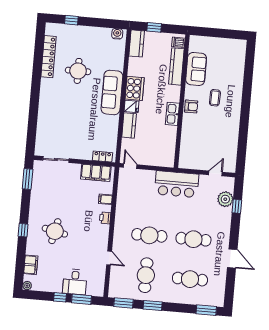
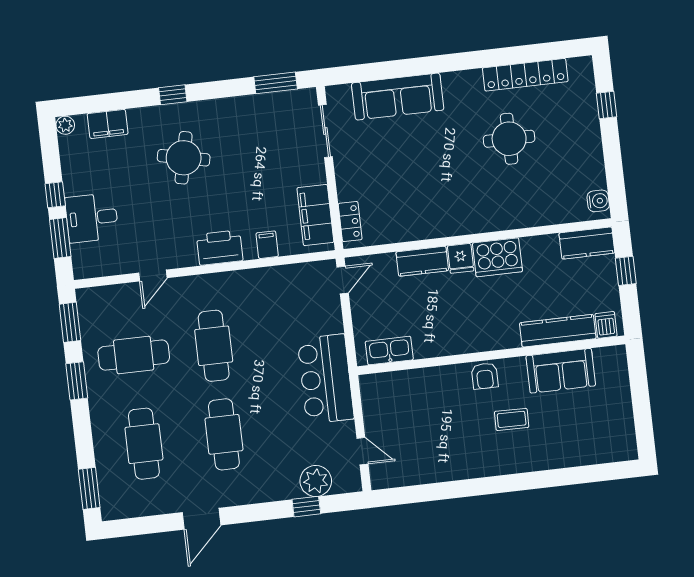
sofa: (112, 92) -> (398, 97), moved, turned 180
kitchen sink: (172, 114) -> (389, 351), moved
printer: (105, 218) -> (220, 248), width x1.87, depth x1.48

